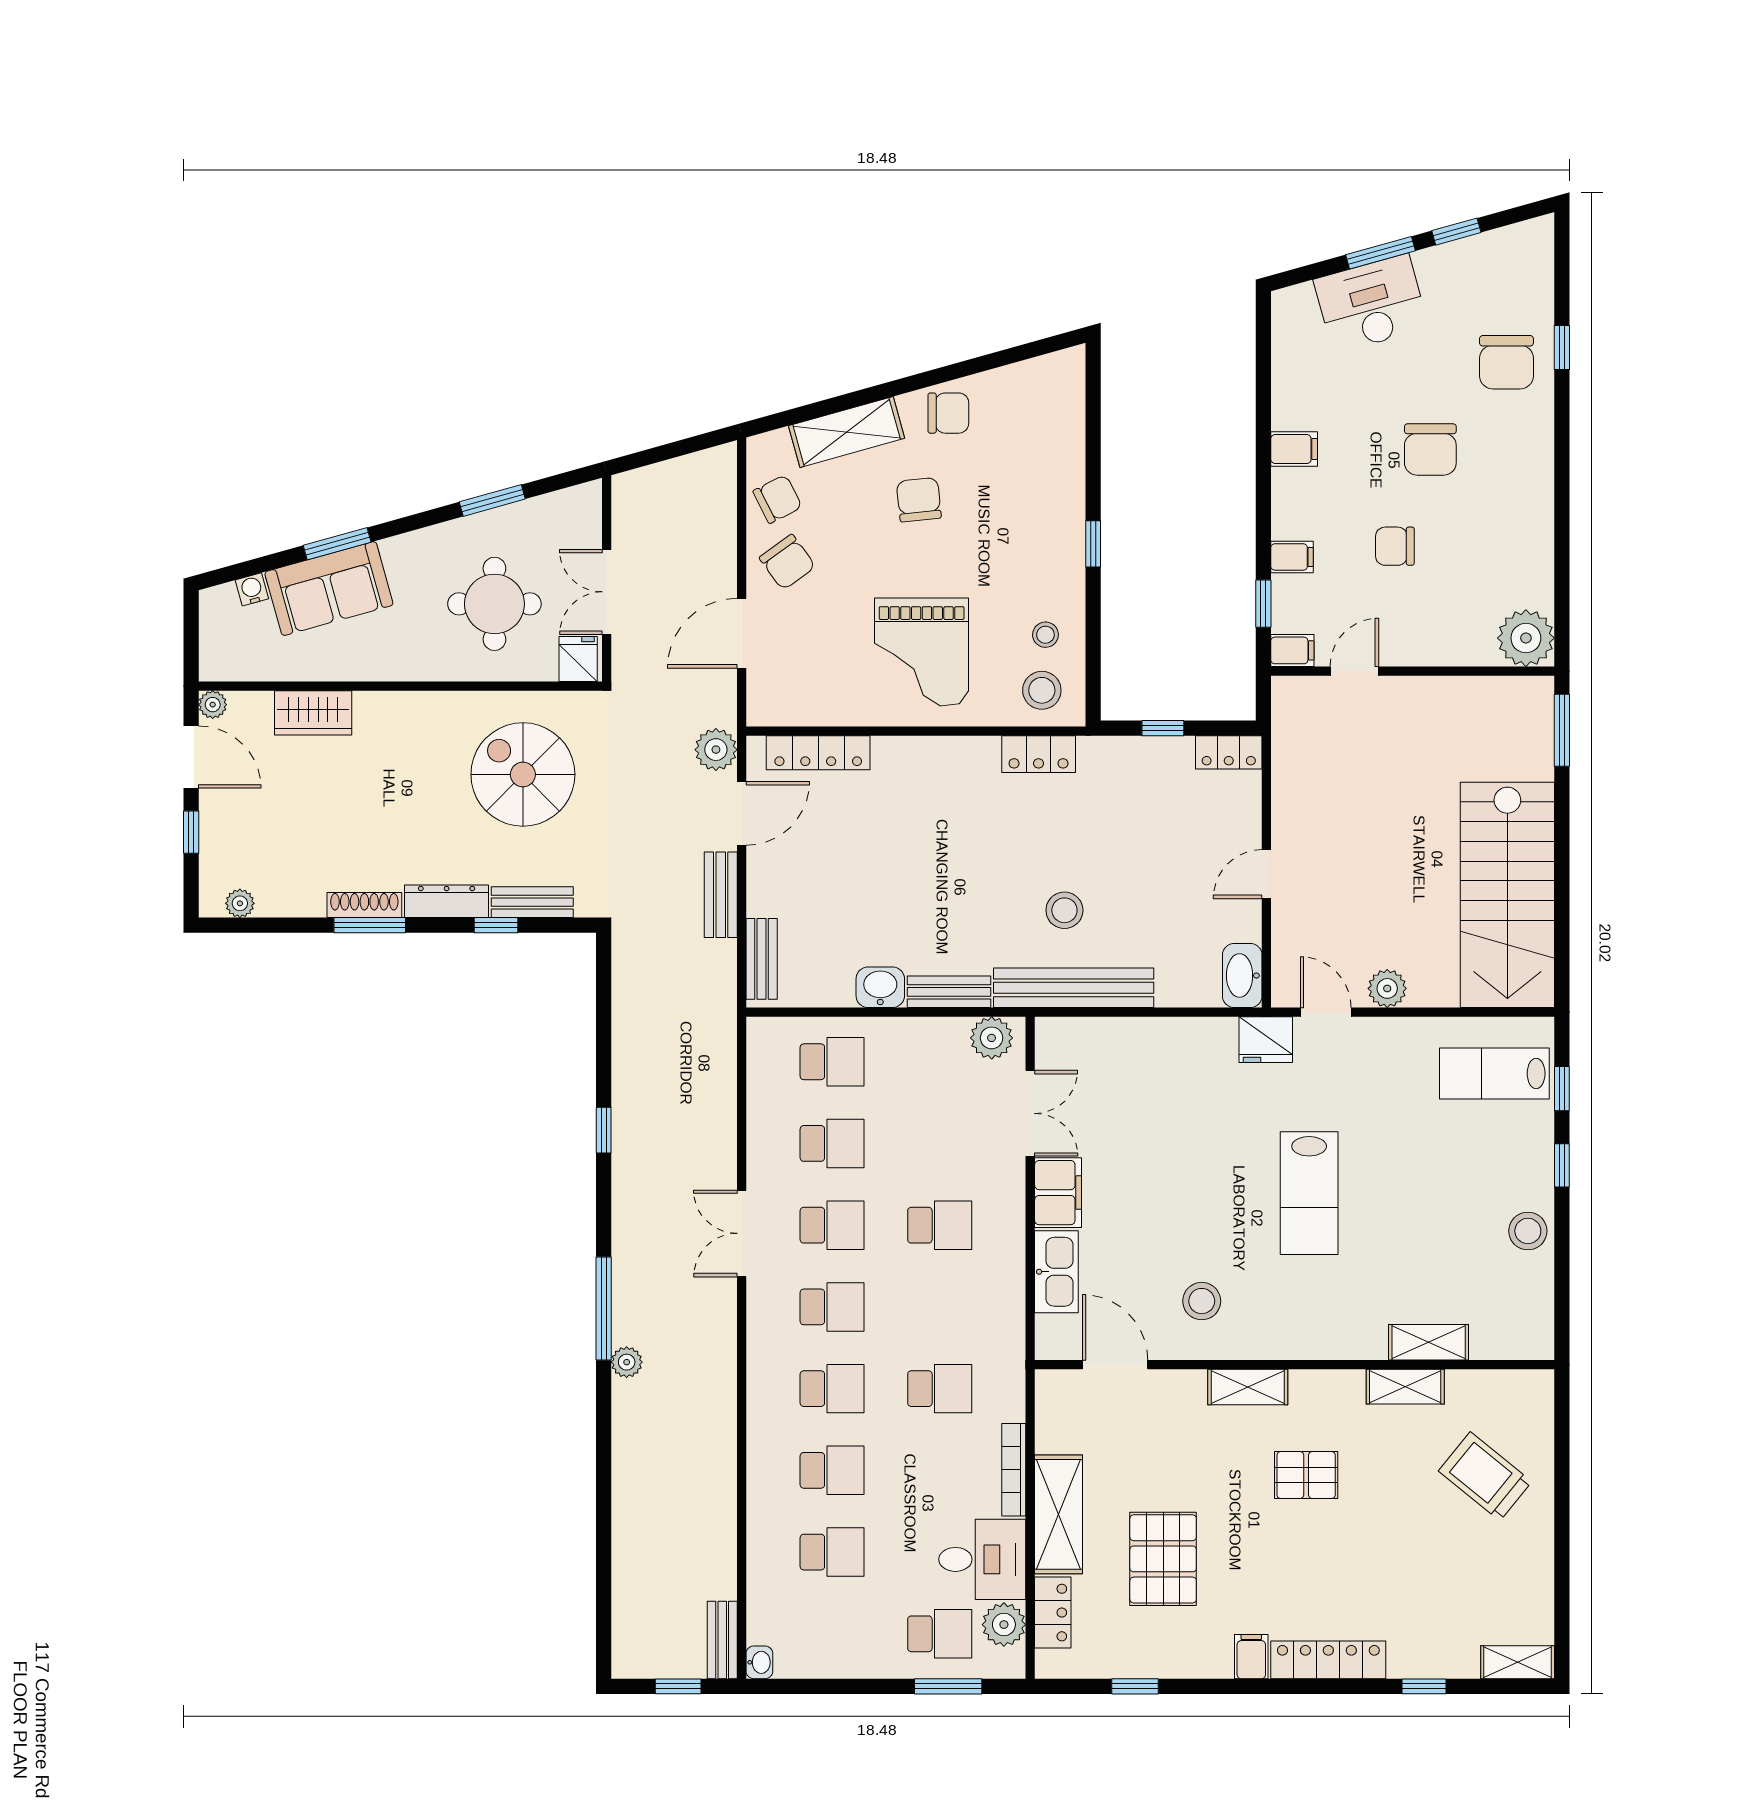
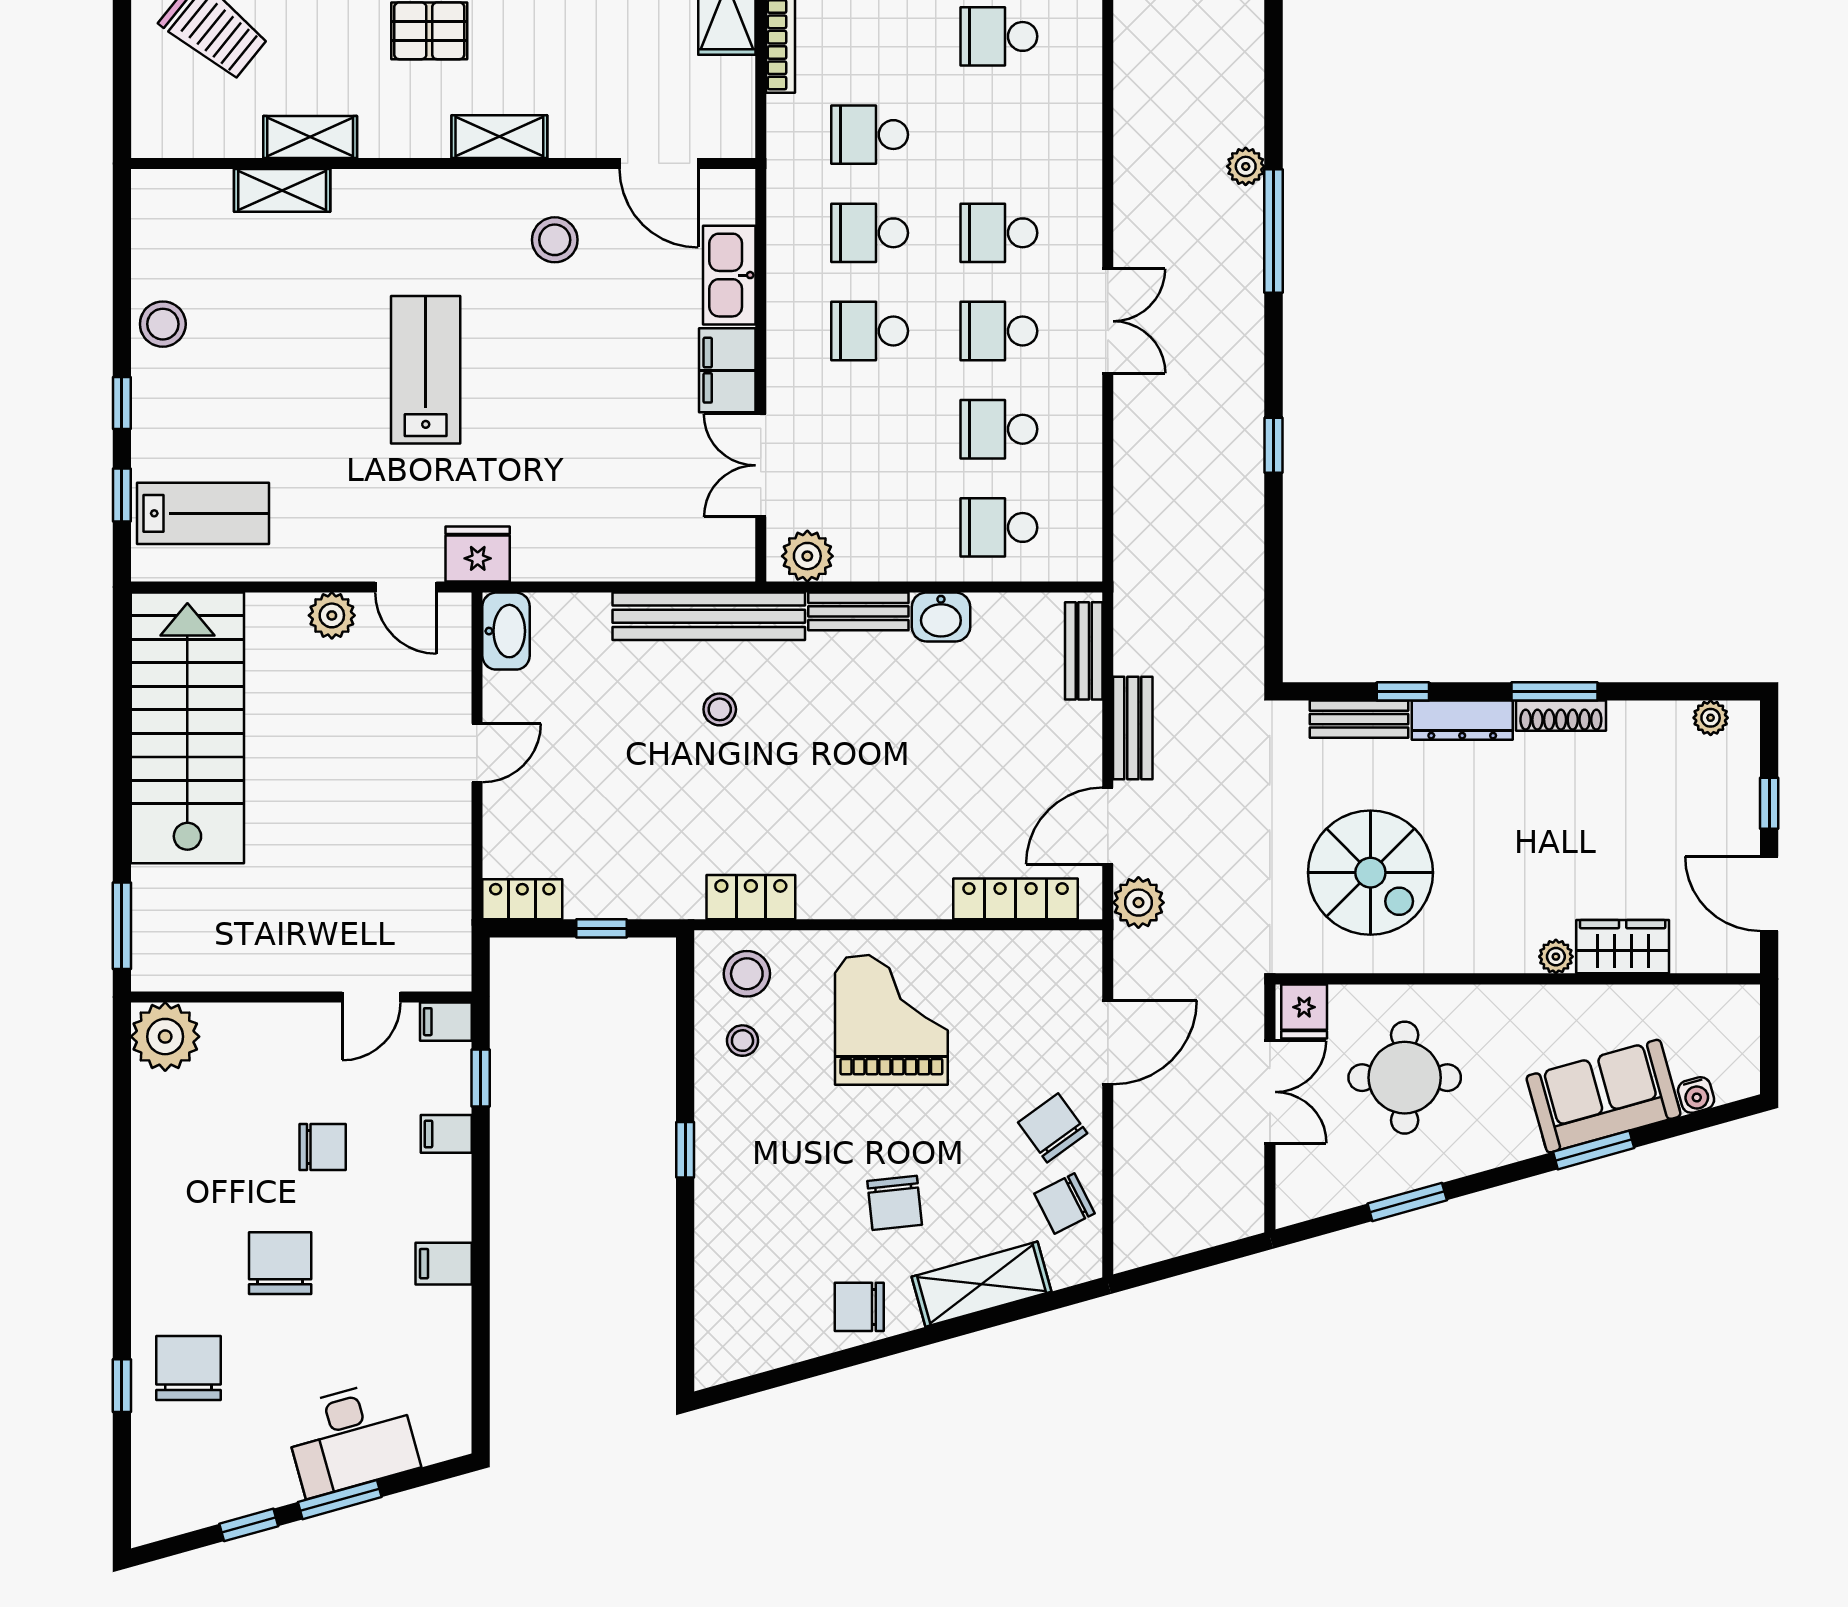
plant: (213, 705) -> (1556, 957), moved
stool: (1064, 910) -> (720, 709), width x0.73, depth x0.73
school desk: (832, 1389) -> (870, 233), moved

